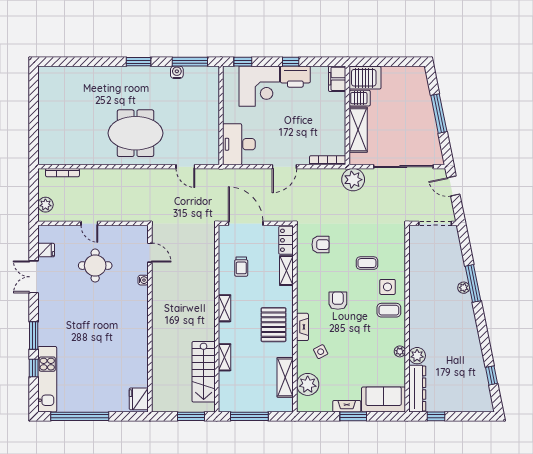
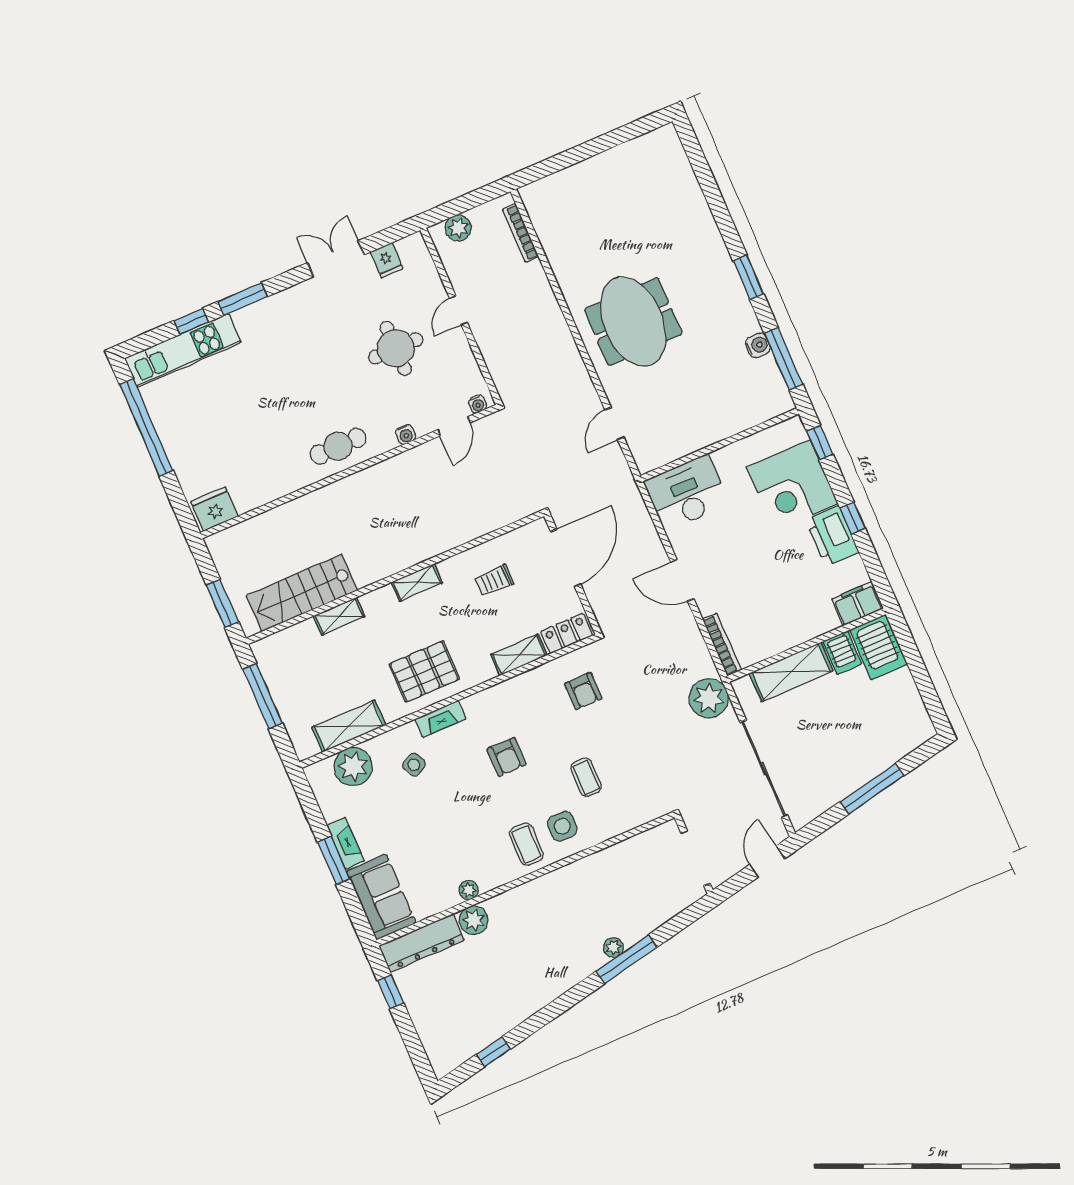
water cooler: (144, 235) -> (478, 404), added
armchair: (338, 301) -> (507, 757), turned 90
cafe table: (134, 319) -> (338, 446), added

